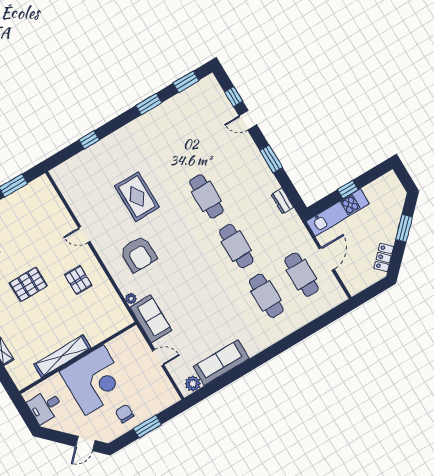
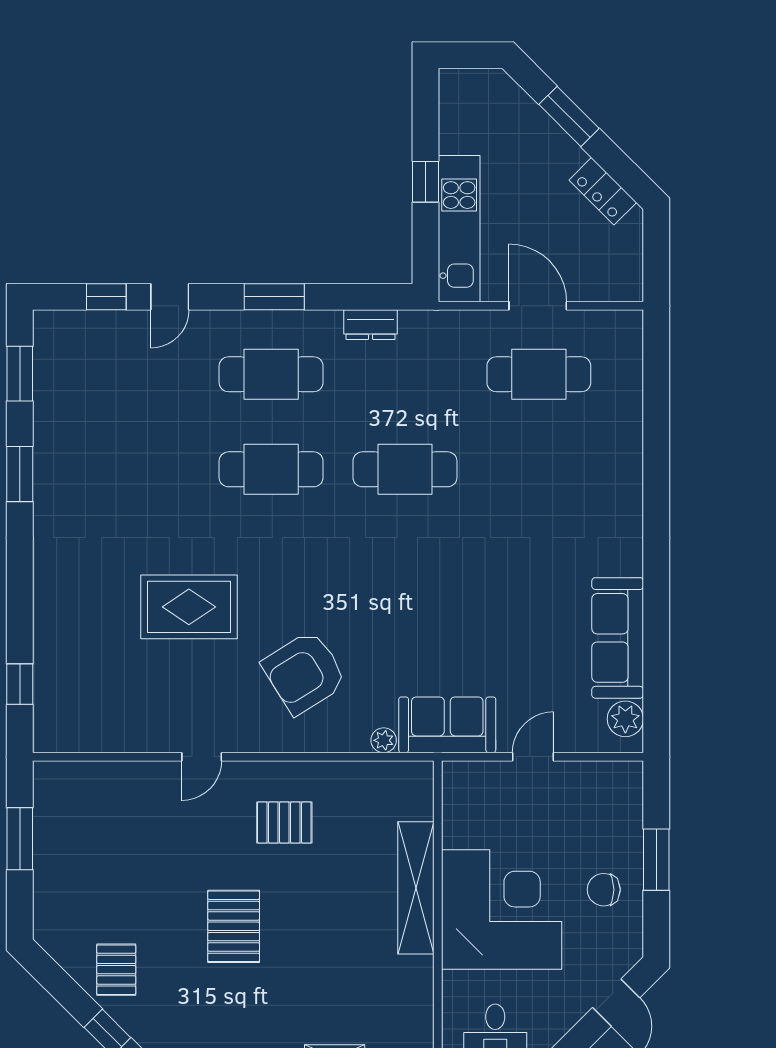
window: (89, 140) -> (20, 684), moved
armchair: (138, 254) -> (304, 673), turned 148
cafe table: (266, 296) -> (271, 374), moved
shelving: (62, 356) -> (416, 888), moved

